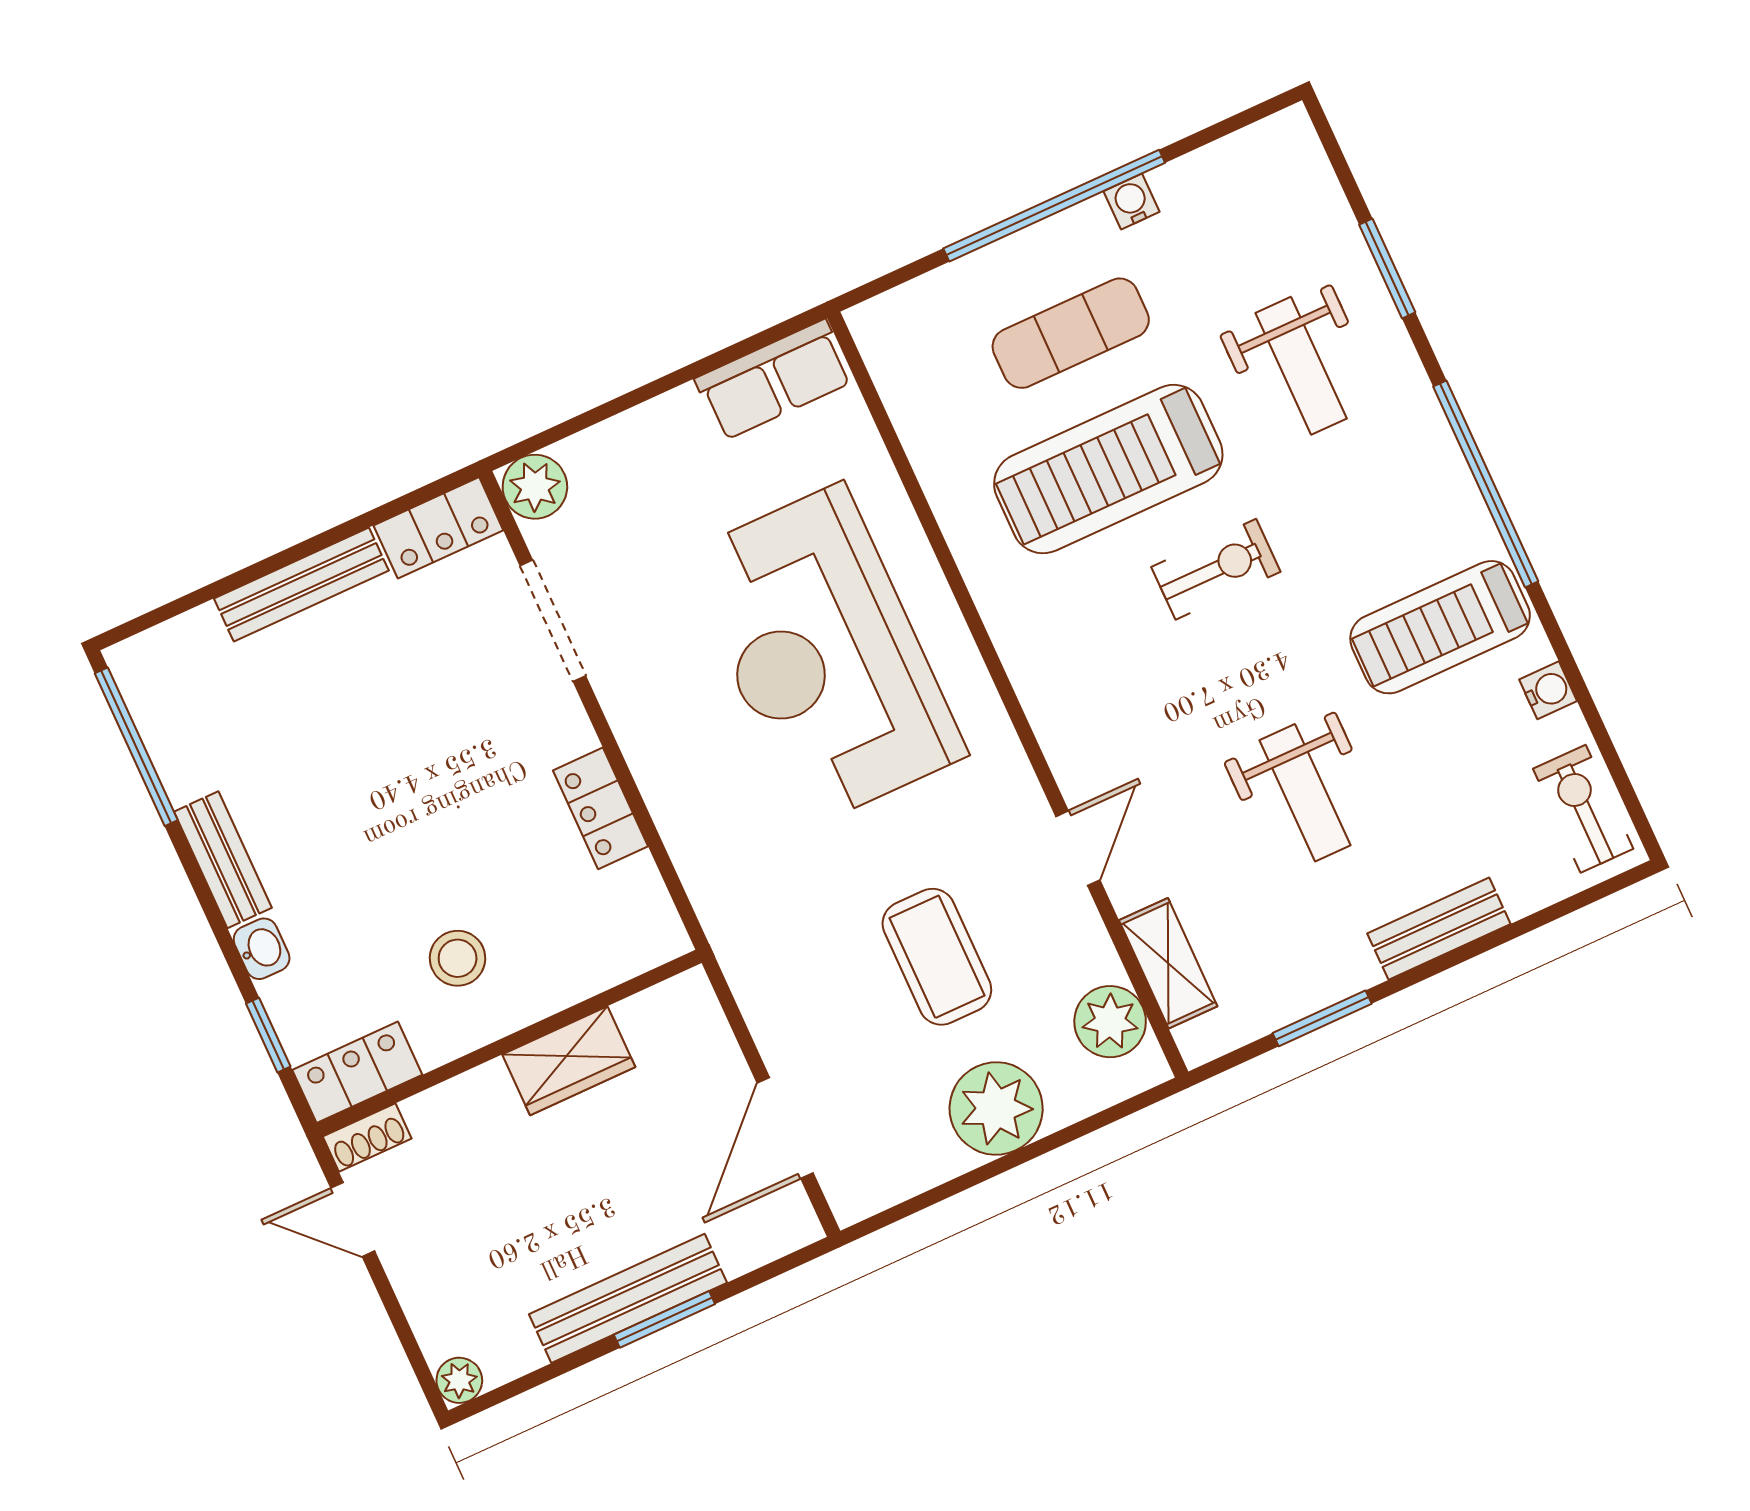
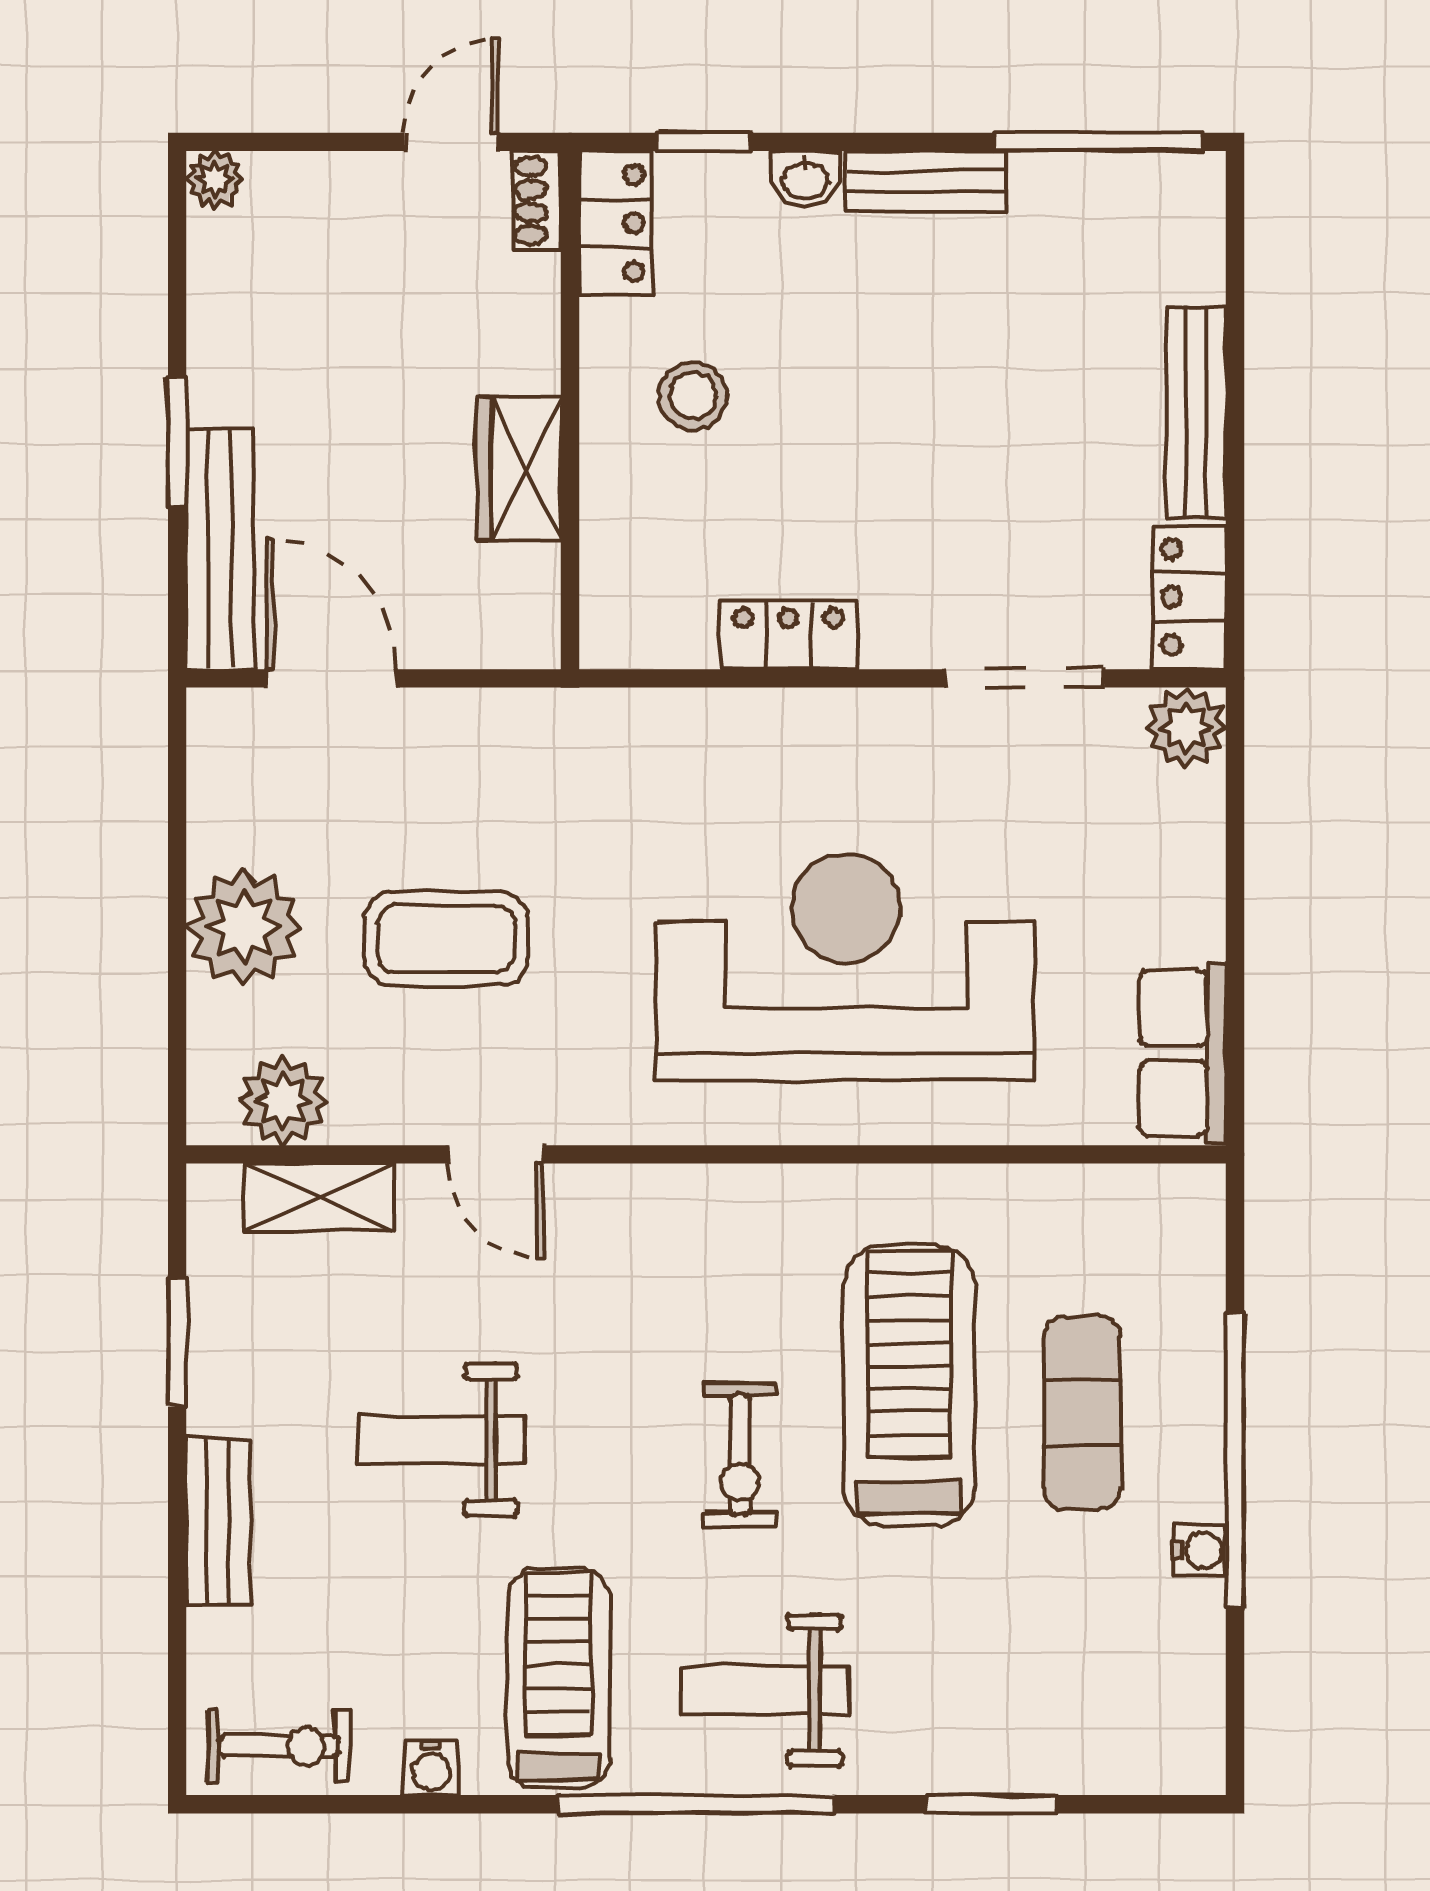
weight bench: (1301, 366) -> (765, 1690), moved
bench: (628, 1298) -> (220, 549), moved

